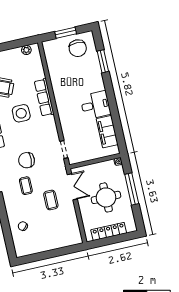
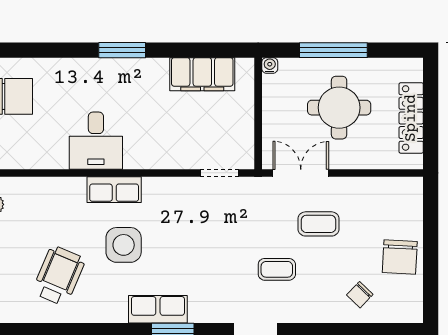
window: (103, 61) -> (122, 50), moved
row of seats: (44, 97) -> (114, 190), width x0.68
desk: (95, 105) -> (96, 141), moved, turned 180
chair: (27, 160) -> (400, 257), moved

